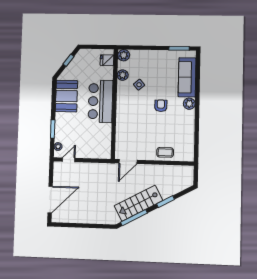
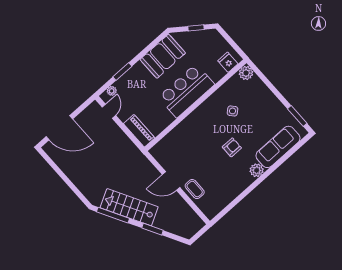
plant: (123, 75) -> (228, 89), removed
piano: (98, 153) -> (139, 131), added
door: (69, 160) -> (109, 111), hinge flipped
door: (128, 162) -> (171, 181), moved

